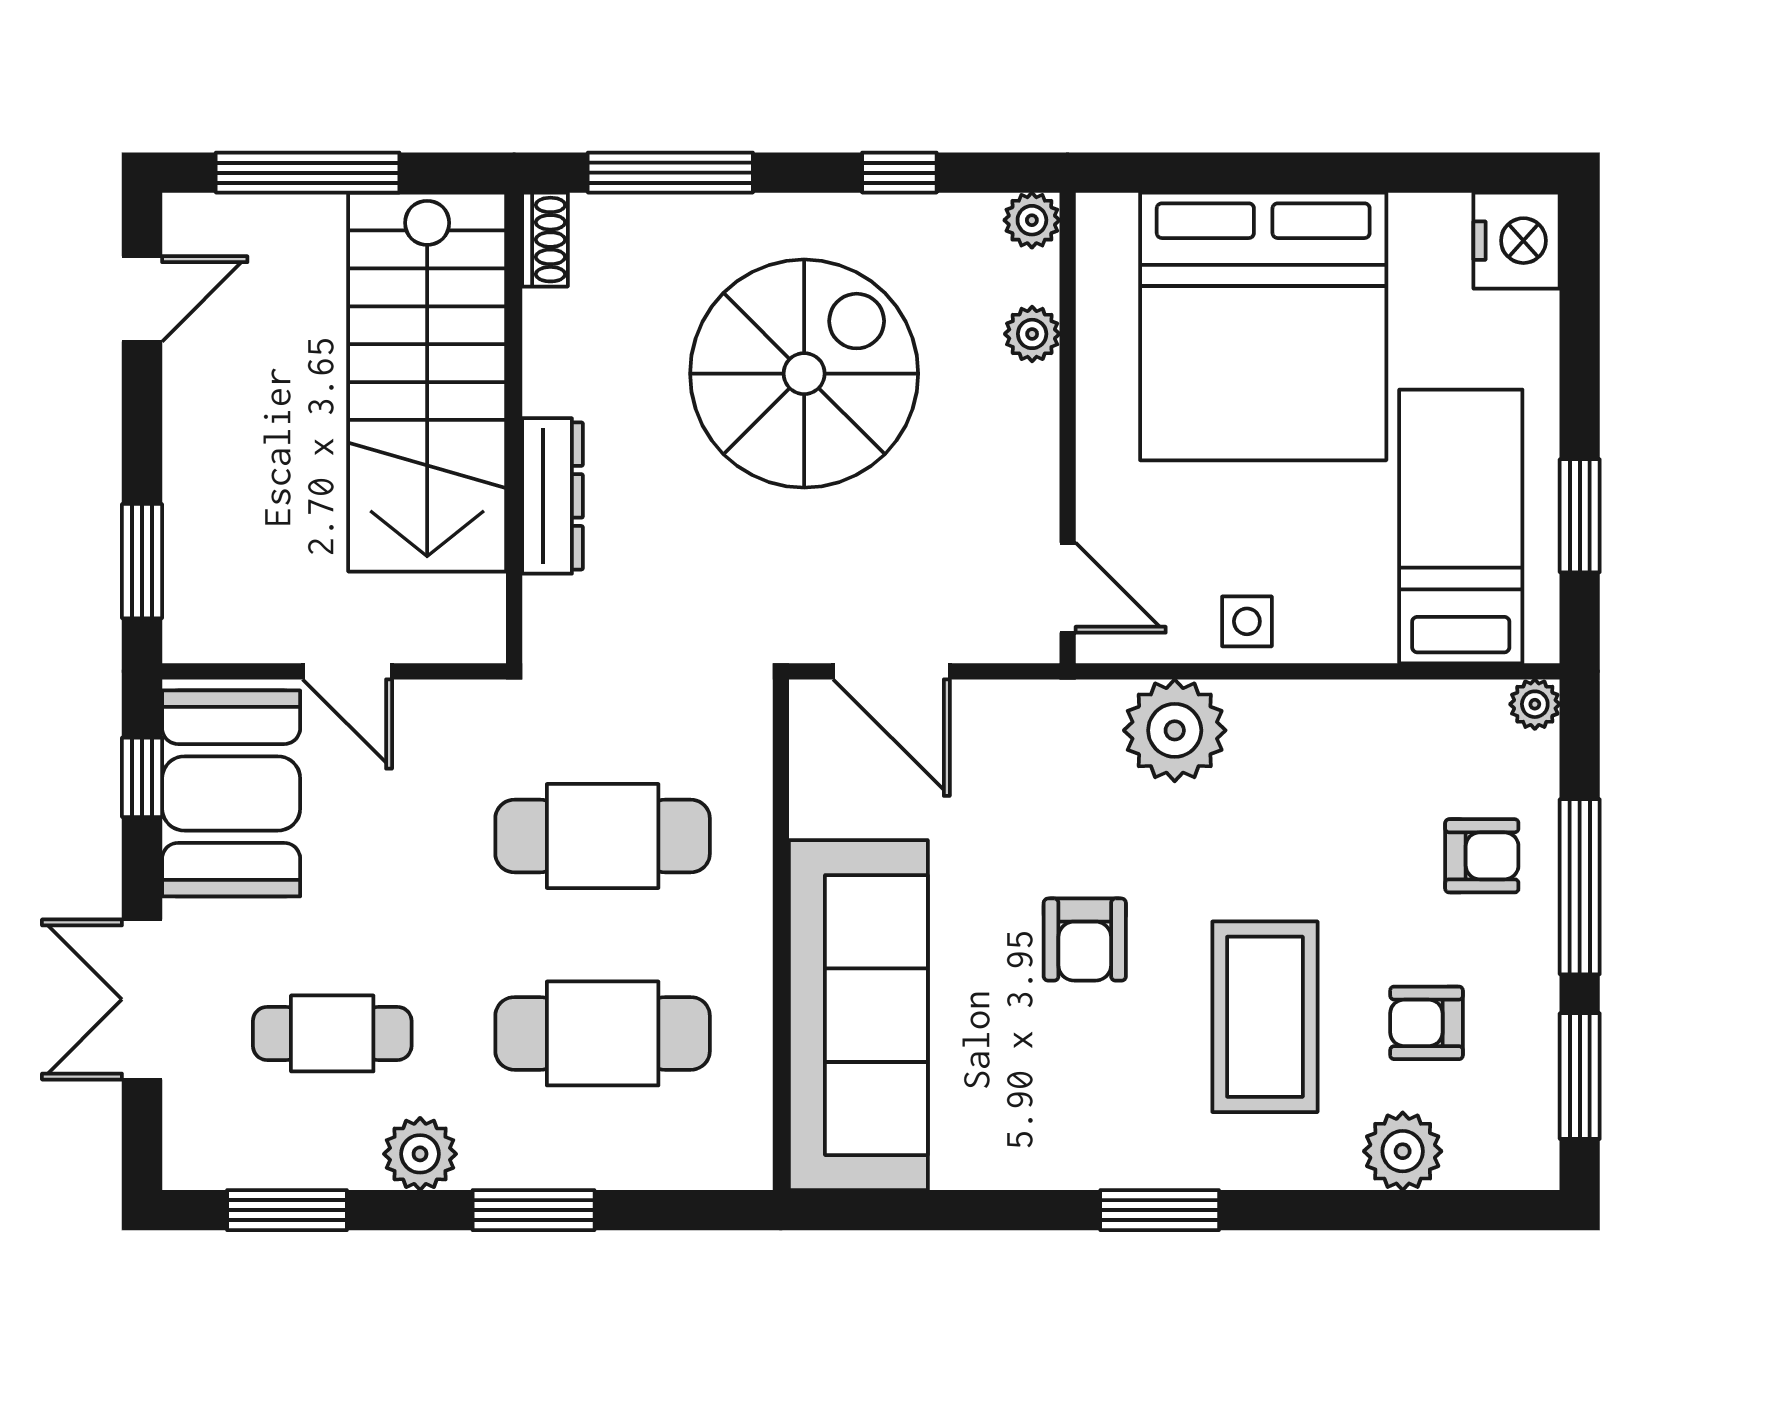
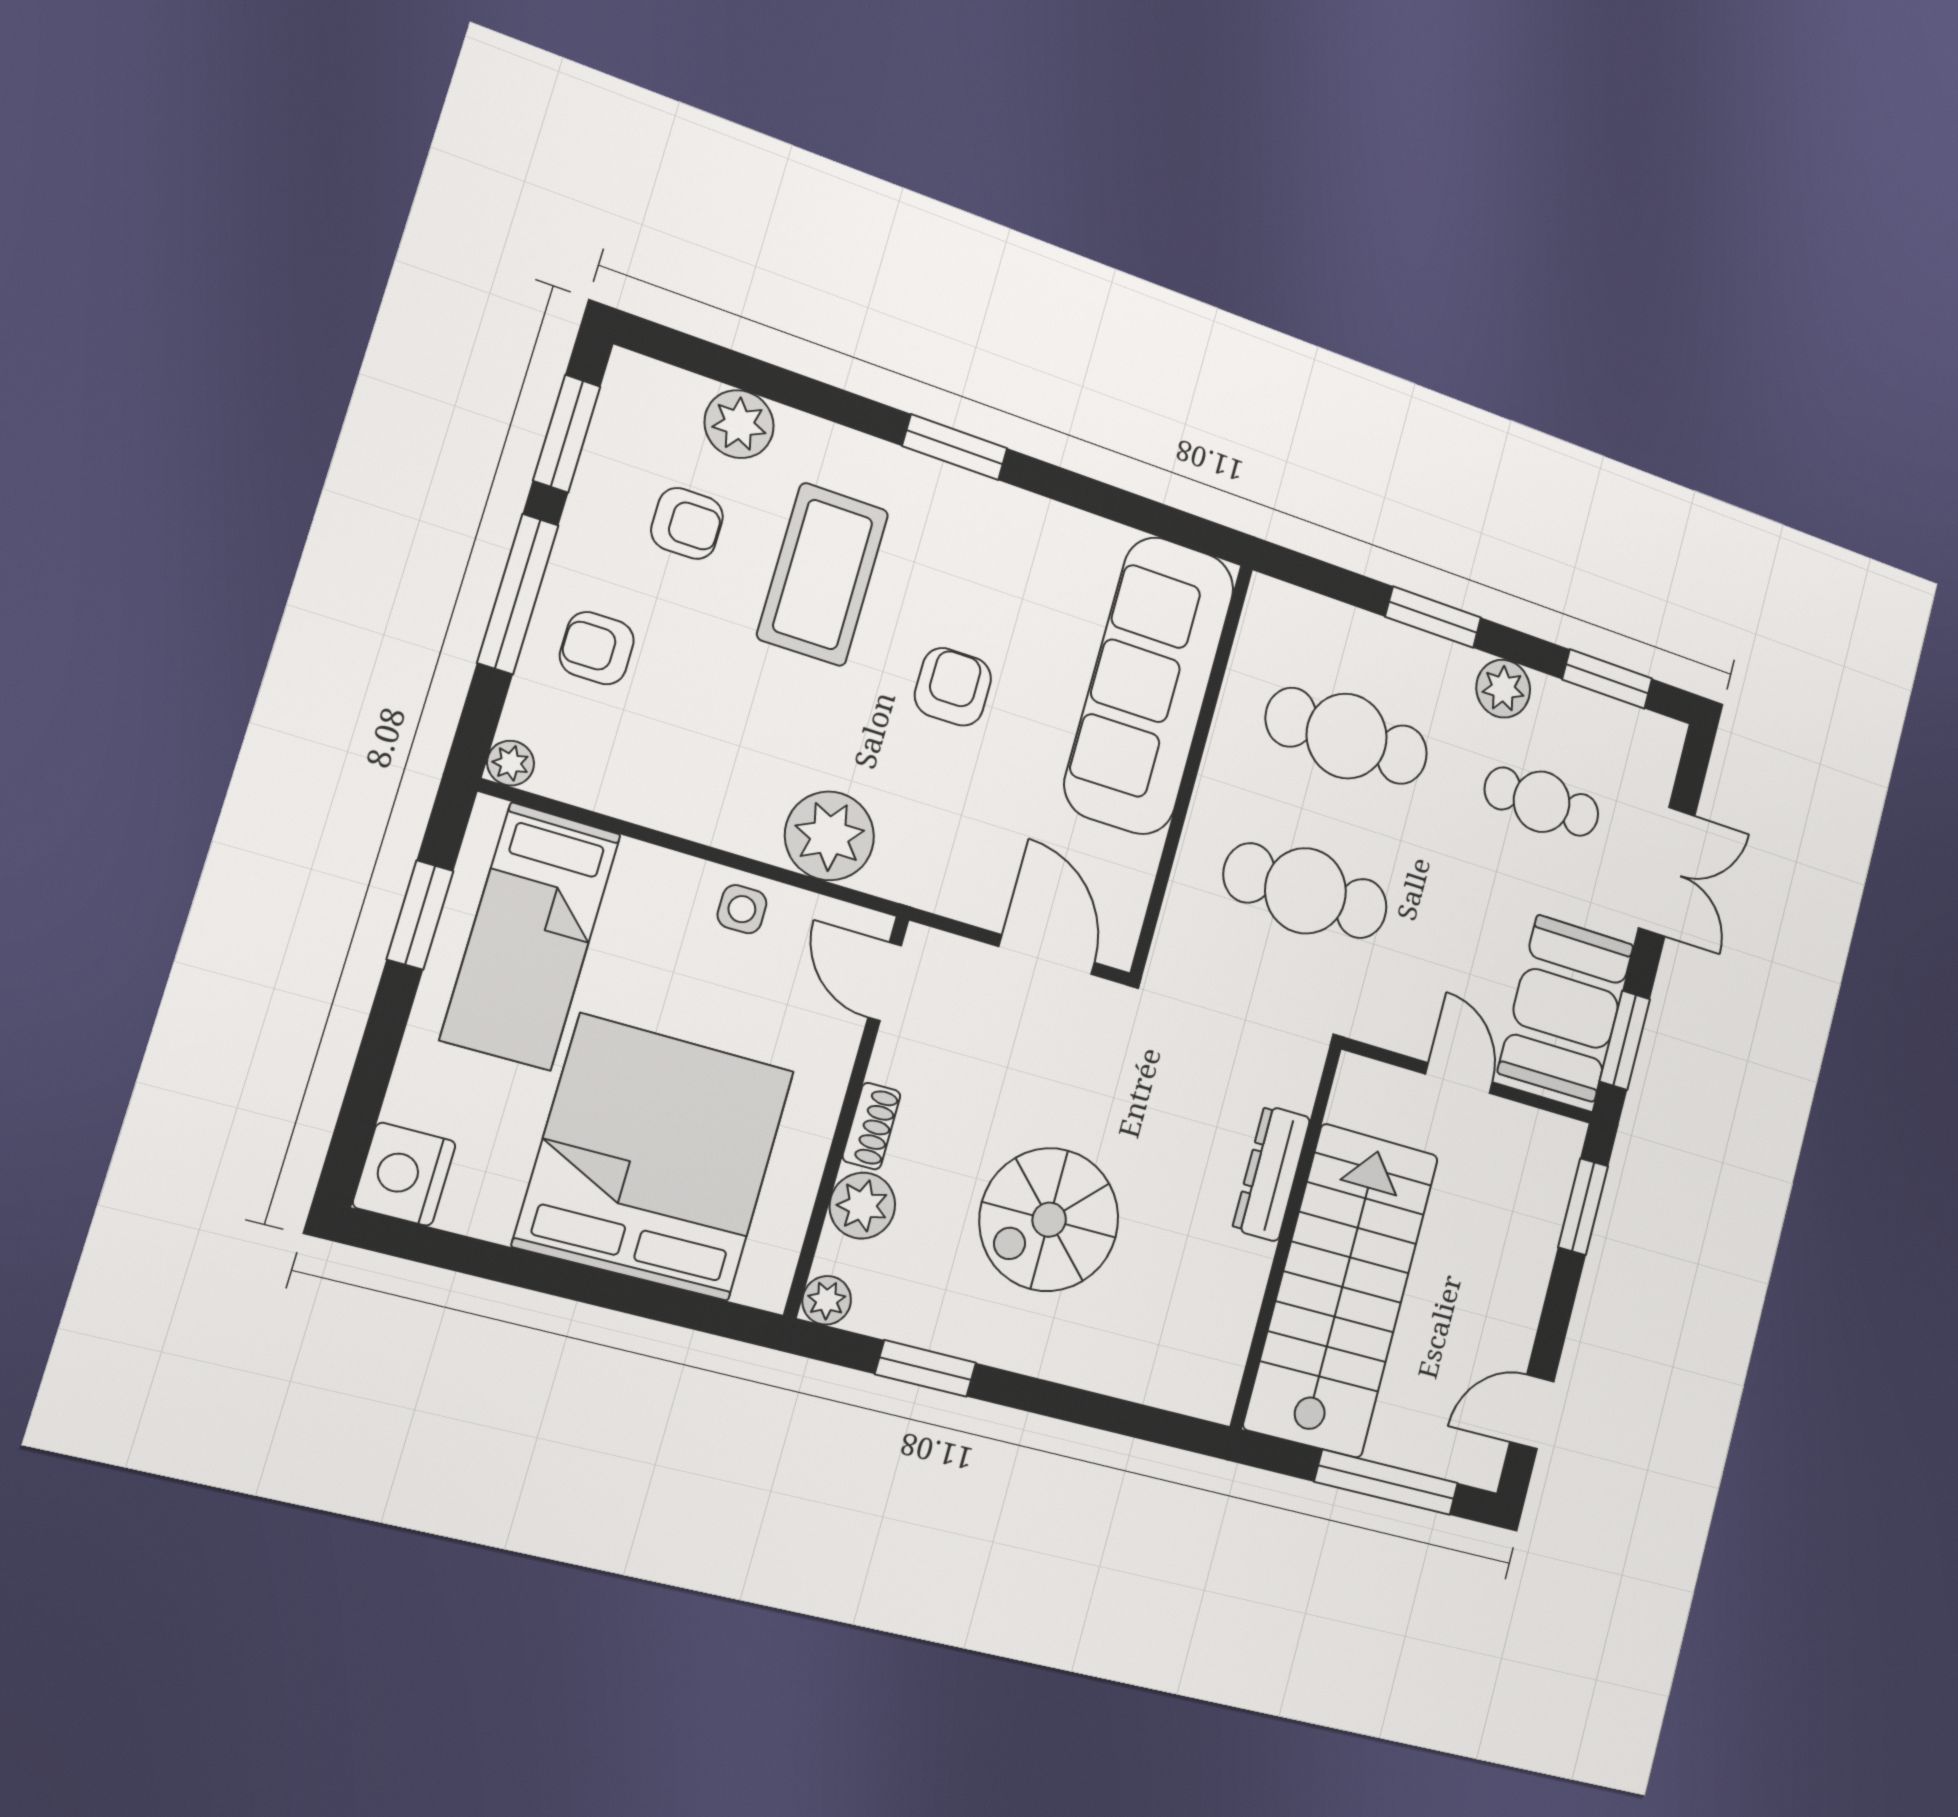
window: (670, 173) -> (1110, 1414), removed
window: (899, 173) -> (926, 1368), width x1.50
shoe rack: (545, 240) -> (871, 1126), moved, turned 180
plant: (1032, 334) -> (862, 1206), width x1.38, depth x1.38
spiral stairs: (804, 374) -> (1049, 1220), width x0.73, depth x0.73
window: (142, 777) -> (1625, 1040), width x1.50

